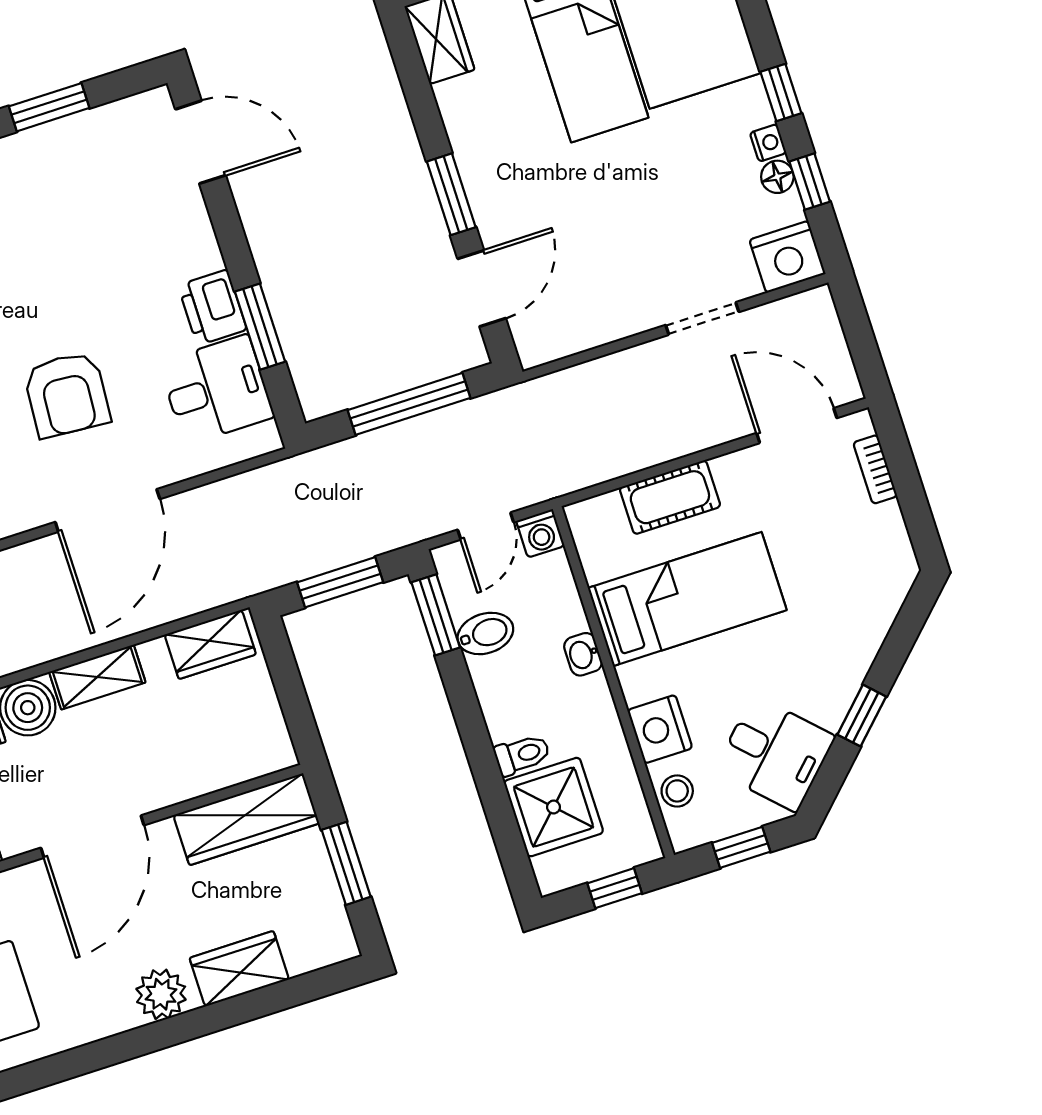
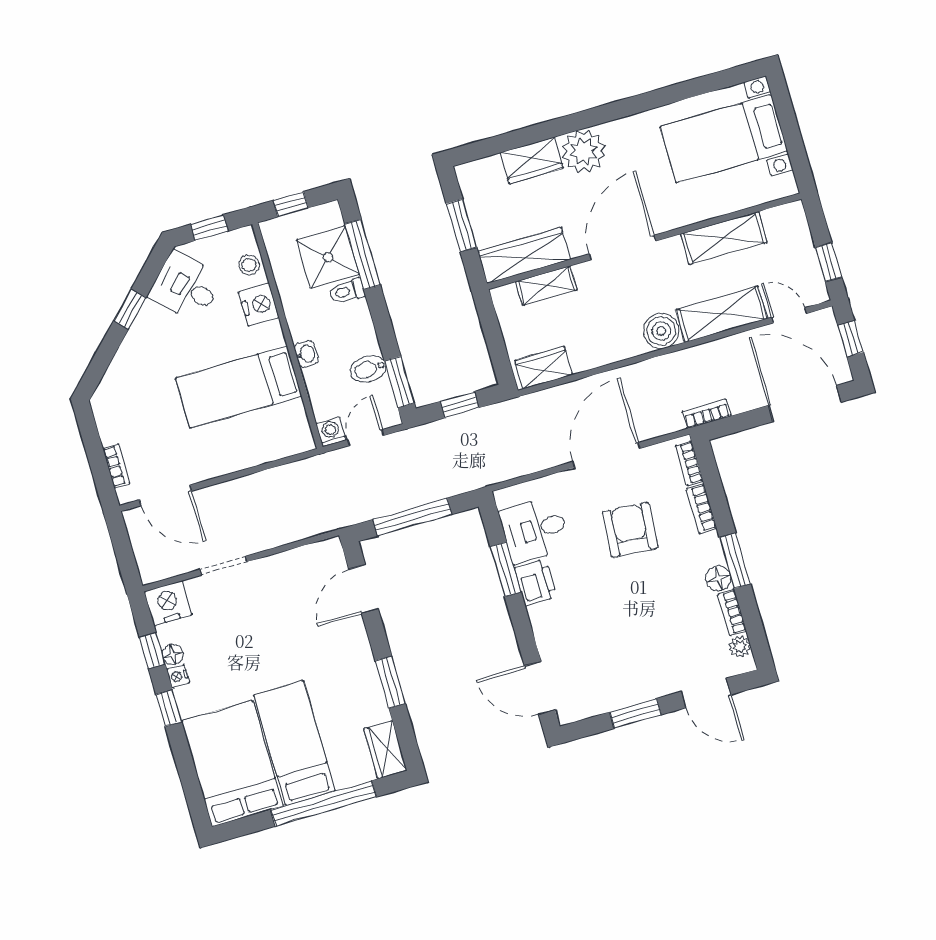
window: (451, 194) -> (390, 682), moved
cot: (670, 497) -> (248, 452), removed
window: (340, 582) -> (460, 405), width x0.67
shelving: (97, 677) -> (546, 286), moved
window: (500, 813) -> (363, 254), added
plant: (161, 994) -> (584, 151), width x1.36, depth x1.36

